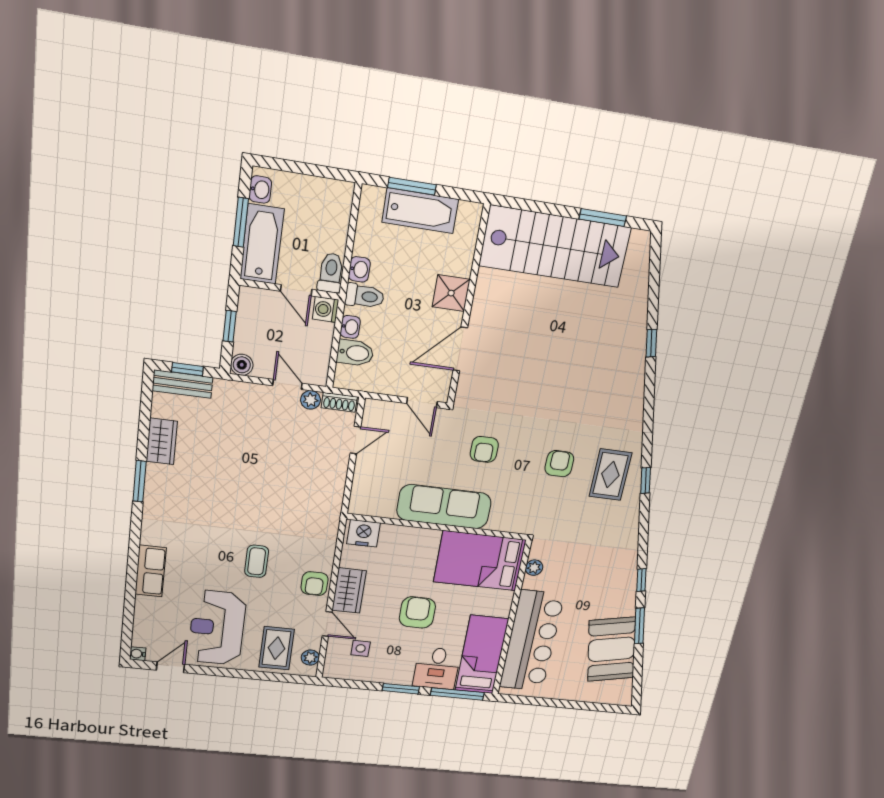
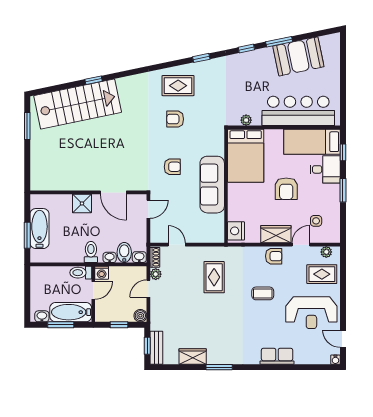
stairs: (555, 247) -> (78, 104), moved, turned 78
washbasin: (359, 269) -> (139, 257), moved
window: (646, 481) -> (201, 58), moved
rug: (293, 492) -> (214, 277), added
armchair: (417, 612) -> (286, 189), turned -90
window: (457, 694) -> (343, 152), width x0.46

